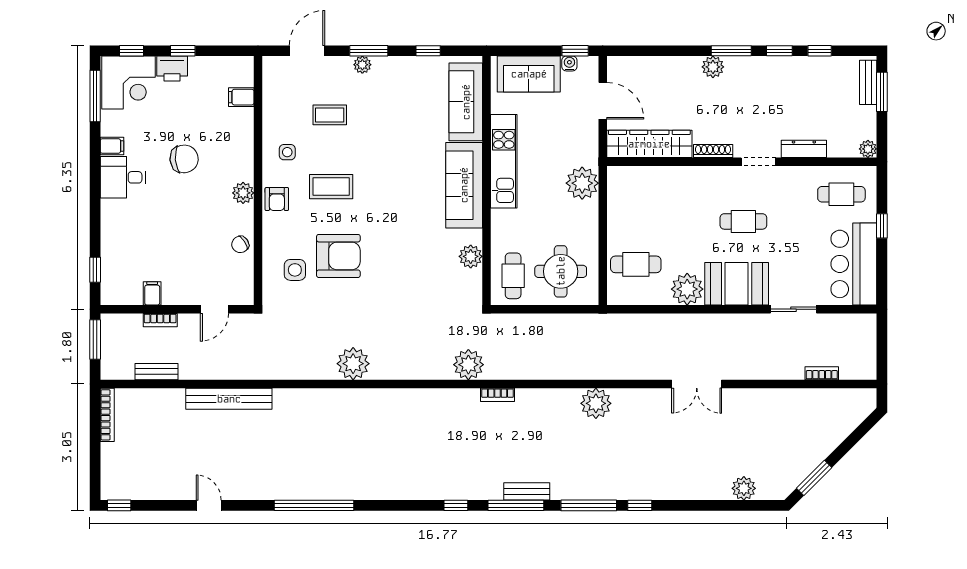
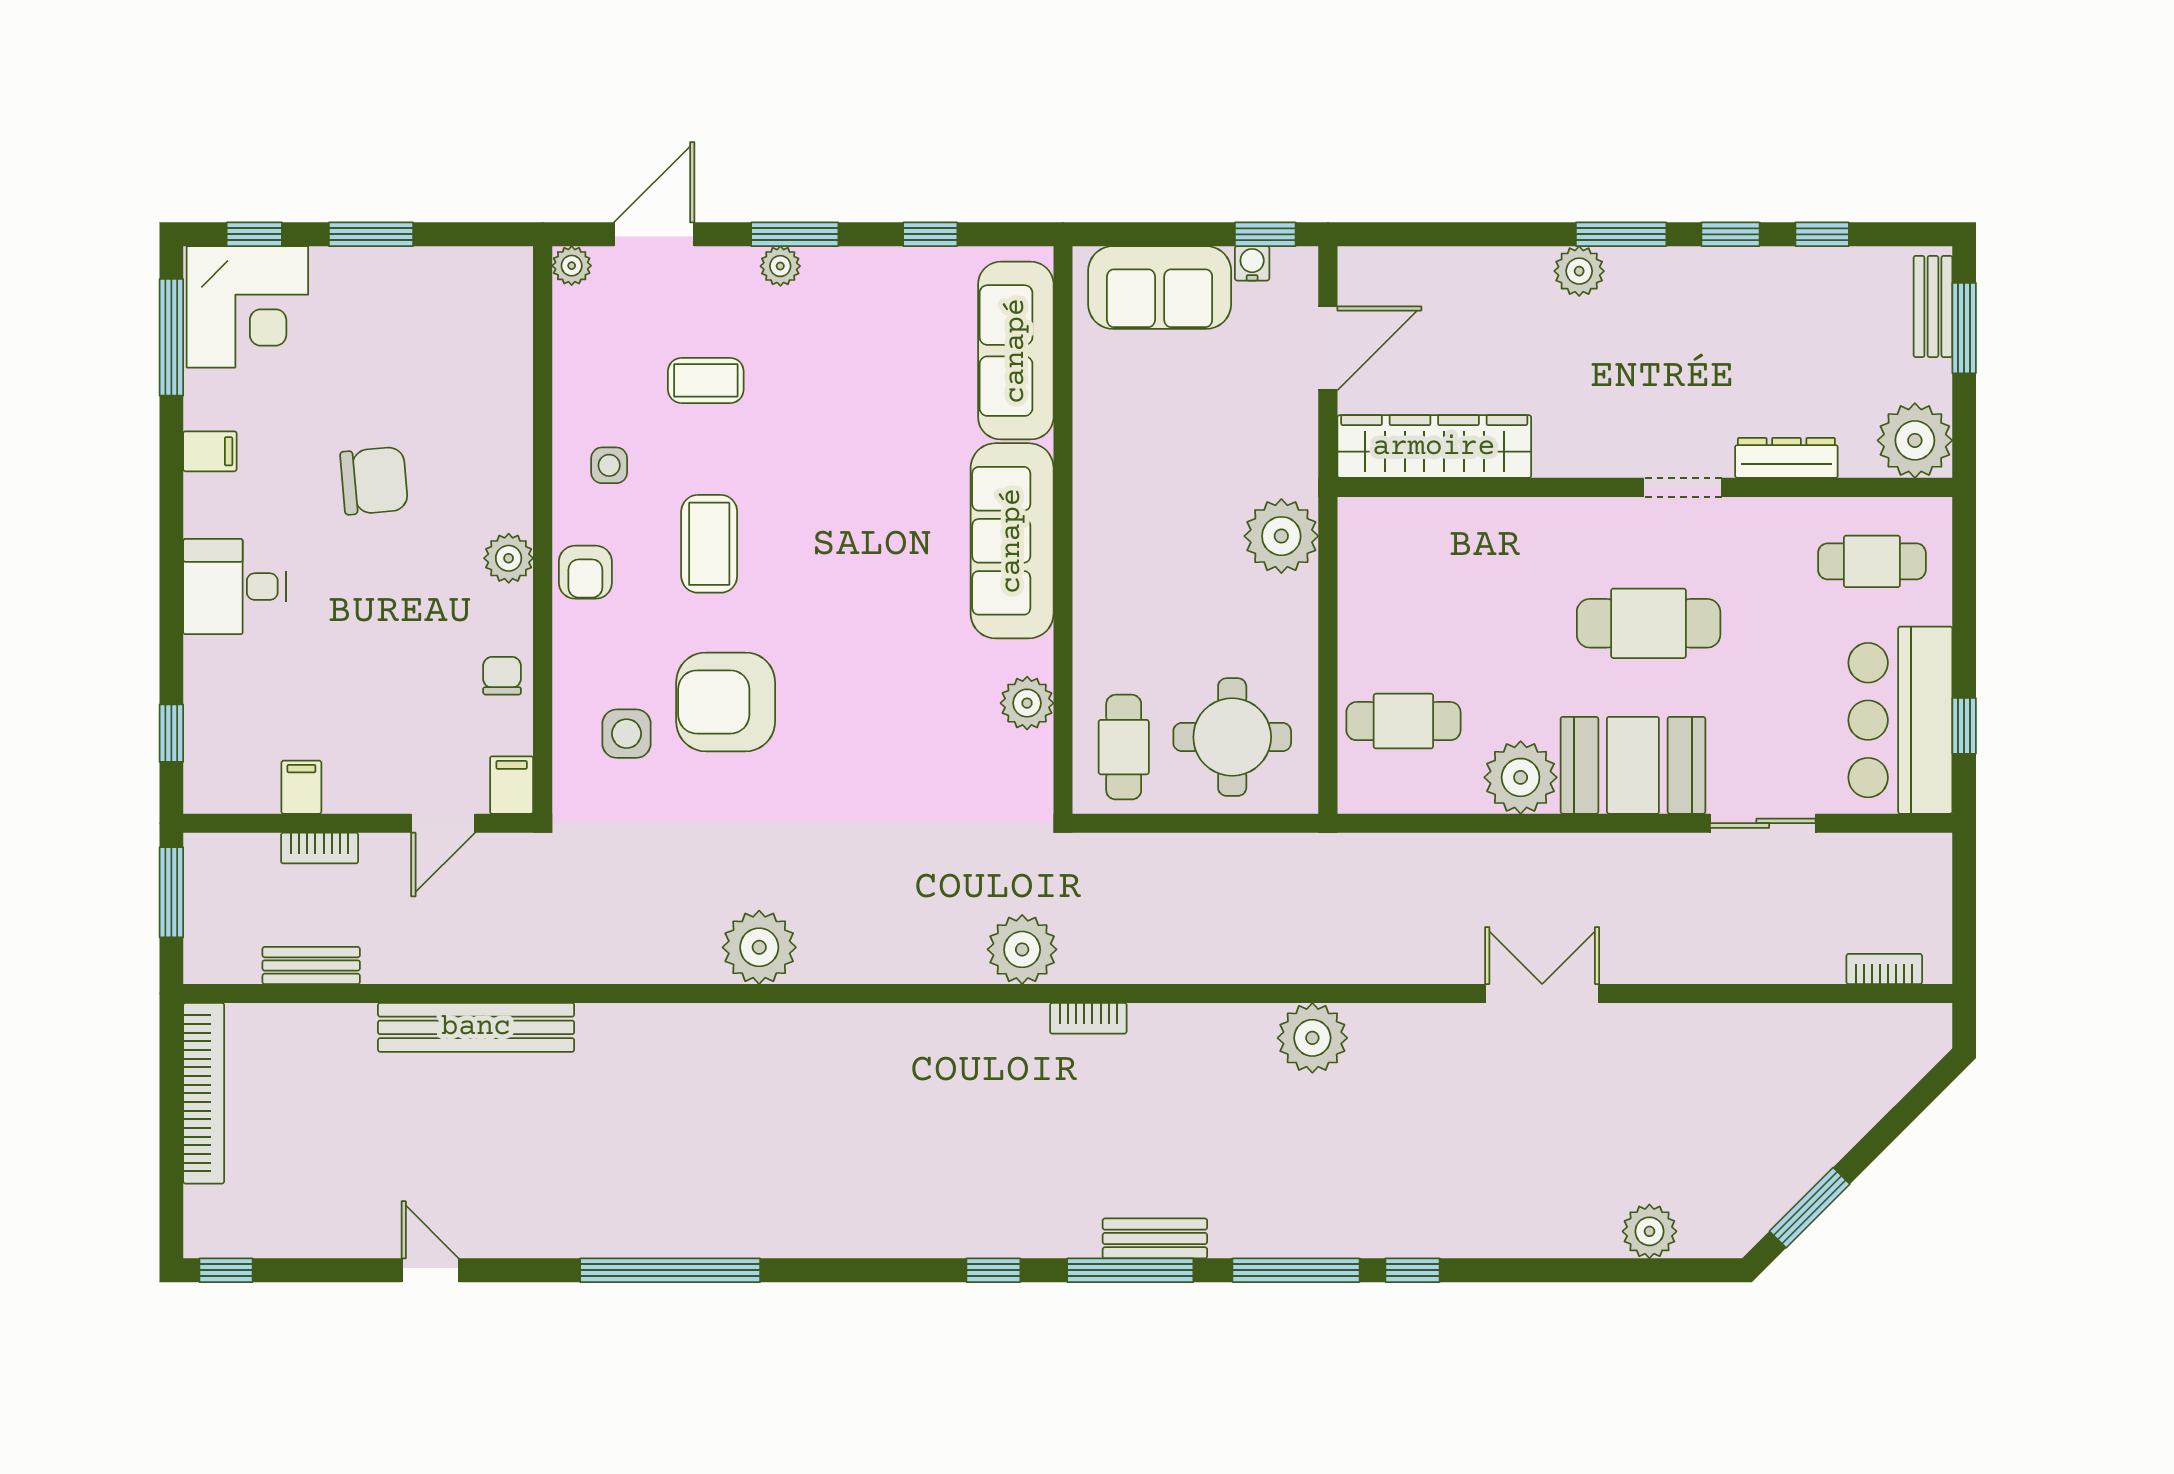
window: (183, 51) -> (371, 234), width x1.50
plant: (271, 65) -> (572, 266), added
printer: (172, 69) -> (347, 275), removed
filing cabinet: (241, 97) -> (512, 785), moved, turned 90
door: (603, 101) -> (1328, 348), hinge flipped
plant: (868, 149) -> (1915, 440), width x1.88, depth x1.88
shoe rack: (713, 151) -> (1579, 463), removed
kitchen unit: (504, 161) -> (1103, 486), removed
desk: (123, 177) -> (235, 587), moved
coffee table: (331, 187) -> (709, 544), turned 90
cafe table: (743, 221) -> (1649, 623), width x1.37, depth x1.35
window: (882, 226) -> (1964, 726), moved
chair: (240, 244) -> (502, 676), turned 123
armchair: (338, 256) -> (726, 702), turned 180
bookcase: (822, 373) -> (1884, 969), moved
double door: (697, 384) -> (1542, 994), swing flipped
bookcase: (107, 415) -> (204, 1093), width x1.48, depth x1.31

